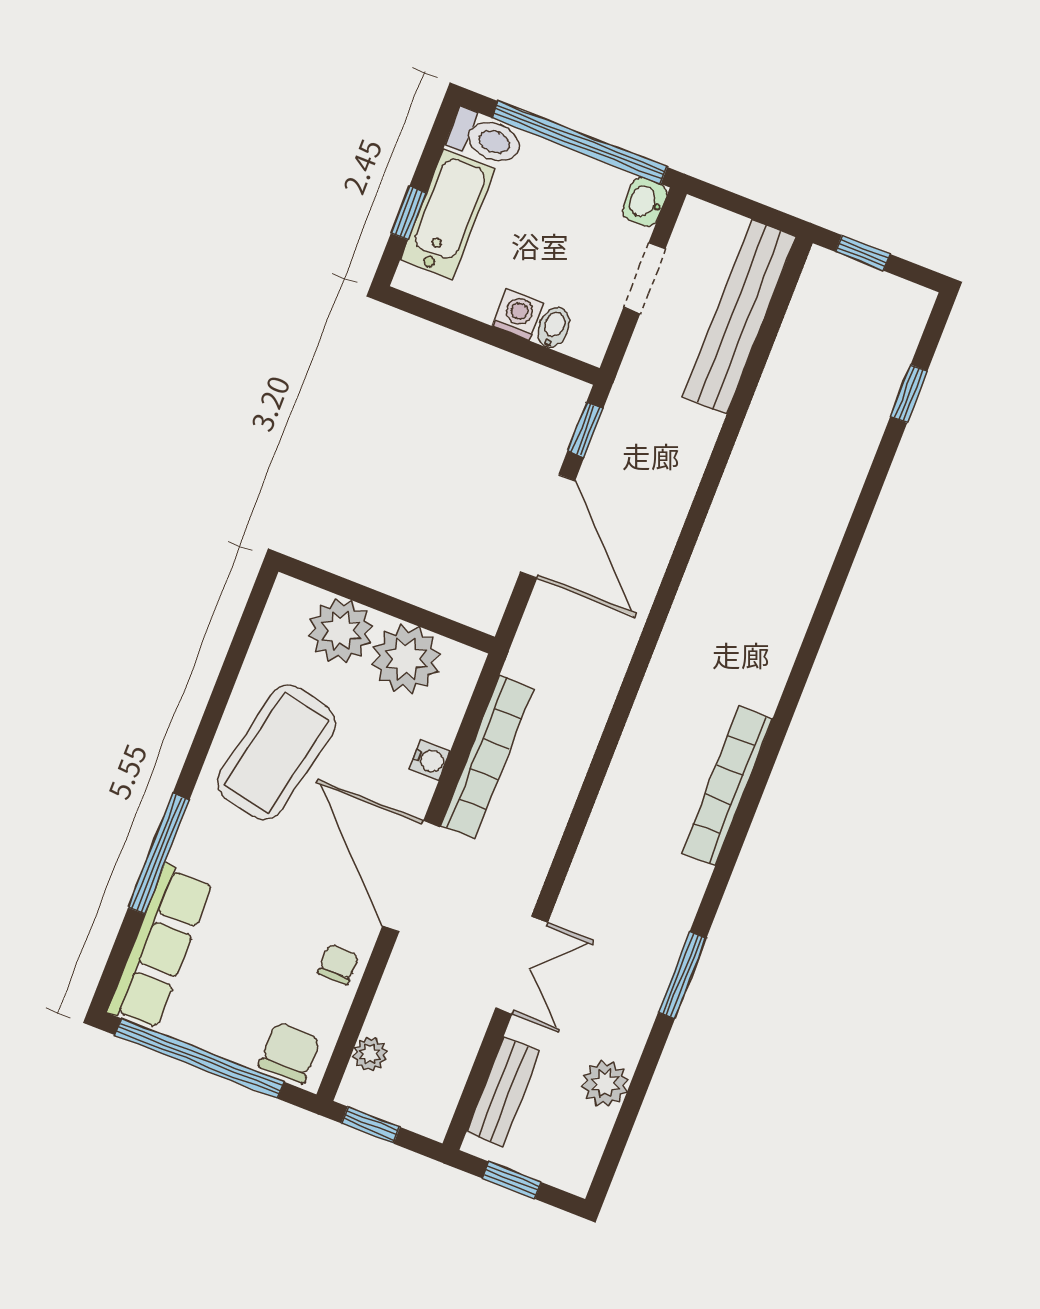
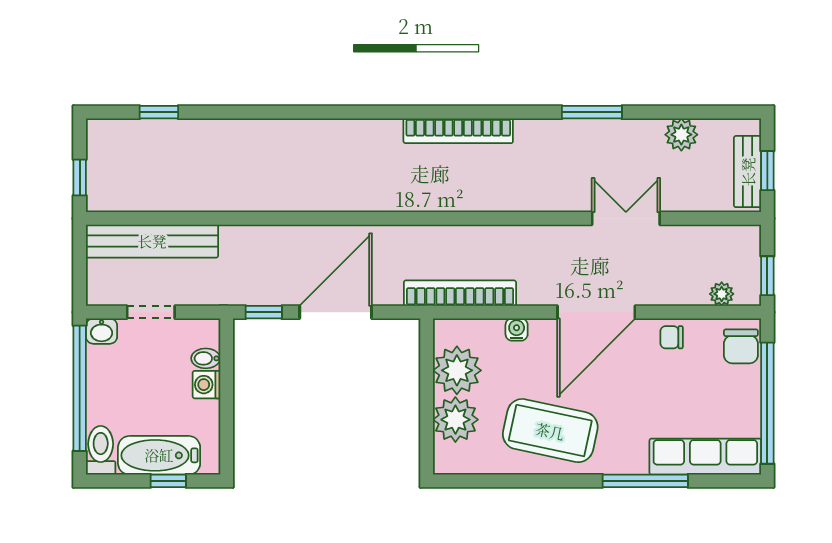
bookcase: (487, 757) -> (460, 293), moved
chair: (290, 1053) -> (741, 346), turned -90
bench: (503, 1092) -> (748, 172), moved, turned 90

